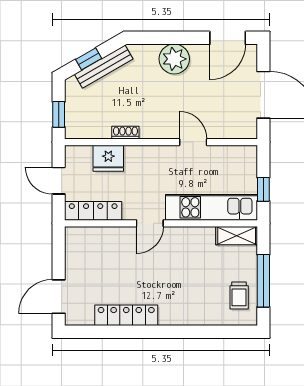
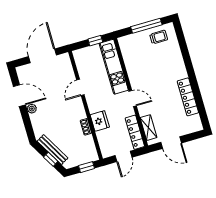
door: (228, 38) -> (19, 96), moved
plant: (174, 59) -> (32, 109), width x0.53, depth x0.53
fridge: (108, 158) -> (100, 121), moved
shelving: (237, 236) -> (148, 128), moved
door: (59, 297) -> (171, 143), moved

